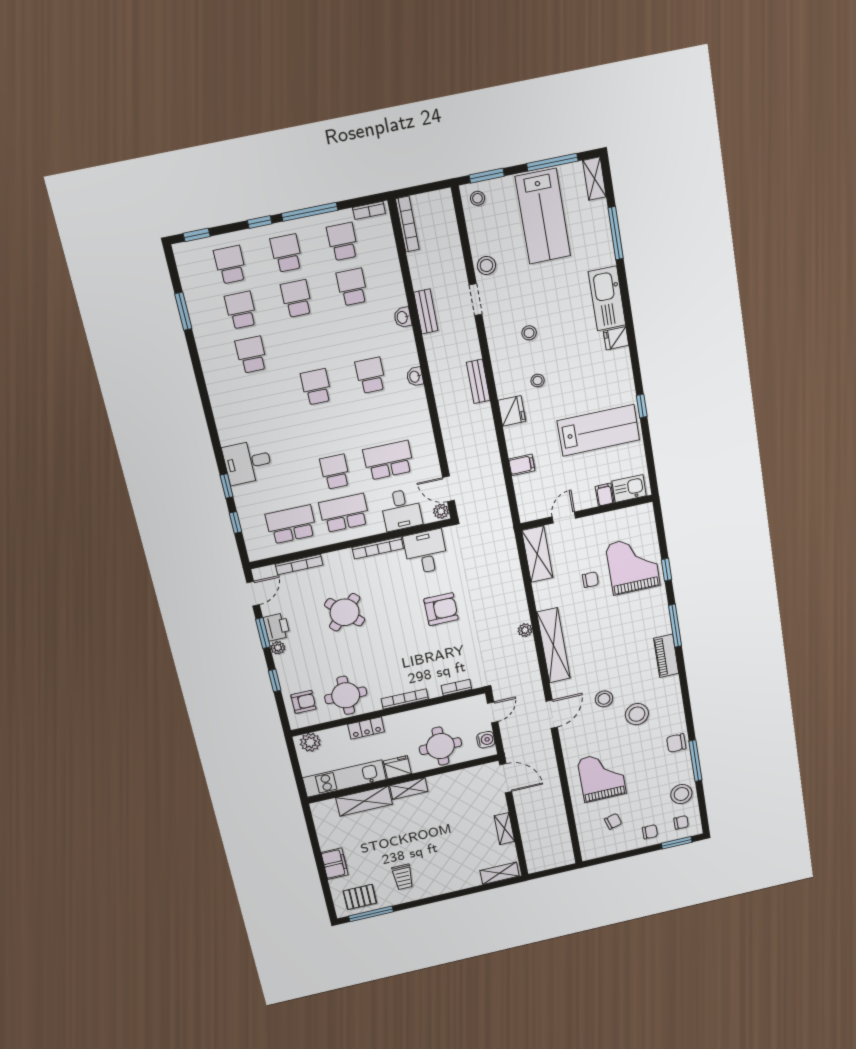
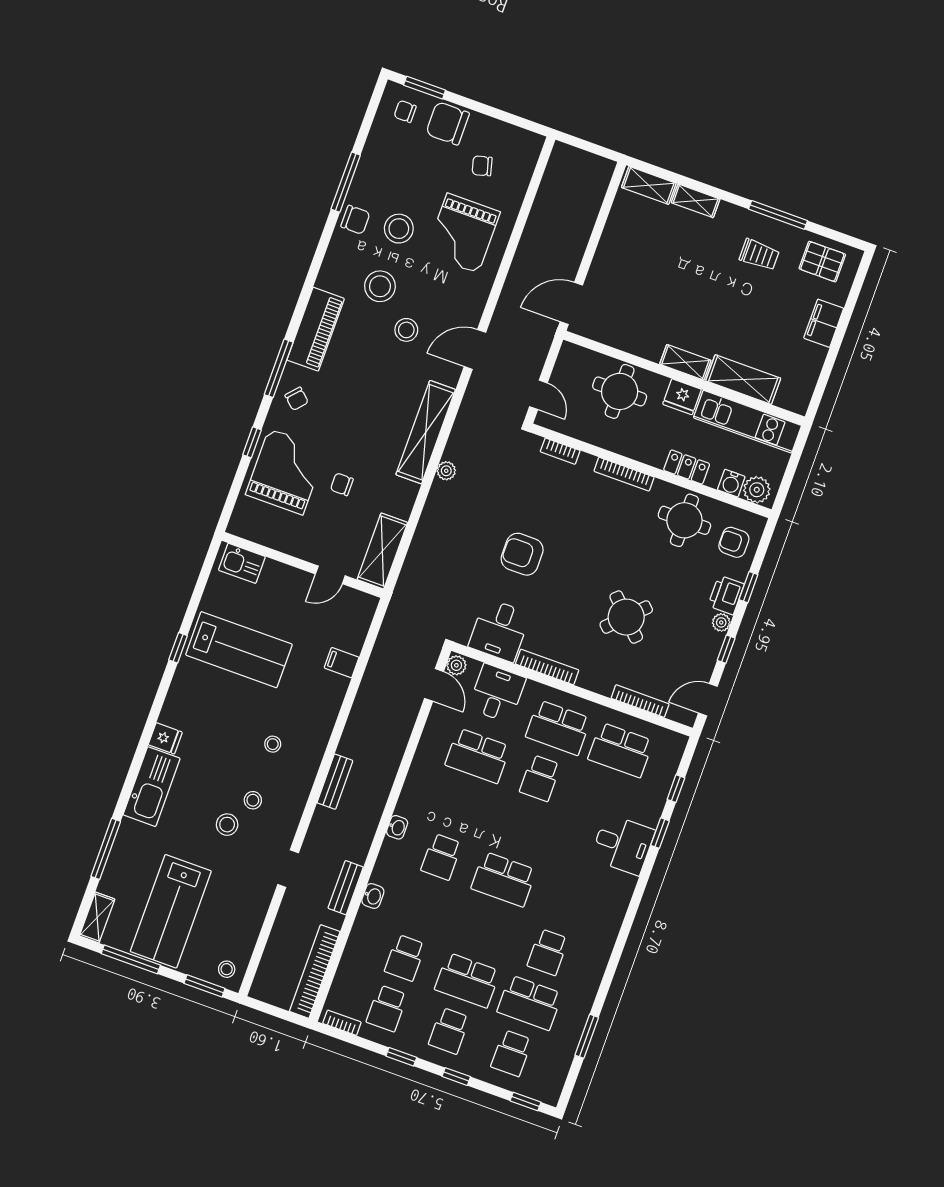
window: (310, 212) -> (401, 1057), width x0.46
lab bench: (543, 216) -> (171, 911), turned 180
bookcase: (407, 224) -> (315, 971), width x1.48, depth x1.31
stool: (486, 265) -> (227, 825), moved
school desk: (297, 299) -> (467, 980), width x1.85
school desk: (241, 310) -> (530, 1003), width x1.85
school desk: (316, 387) -> (504, 879), width x1.85
fridge: (512, 411) -> (318, 728), removed
lab bench: (598, 430) -> (239, 650), turned 180
filing cabinet: (605, 495) -> (272, 573), removed
grand piano: (633, 565) -> (286, 472), turned 180
chair: (652, 614) -> (297, 399), added
printer: (277, 627) -> (726, 595), moved
window: (263, 633) -> (726, 649), width x0.67
piano: (666, 656) -> (316, 329), width x1.37, depth x1.33
door: (493, 712) -> (538, 395), swing flipped
water cooler: (486, 740) -> (731, 483), moved, turned -90
door: (506, 778) -> (571, 303), hinge flipped
stool: (681, 794) -> (399, 229), moved
shelving: (504, 829) -> (696, 201), moved, turned 90
chair: (650, 832) -> (448, 123), width x1.87, depth x1.87
trolley: (403, 877) -> (759, 255), turned 90
window: (371, 914) -> (778, 215), moved

